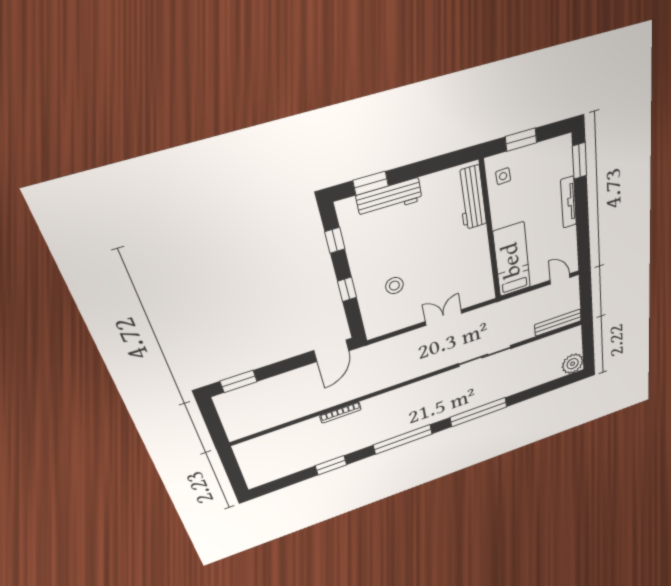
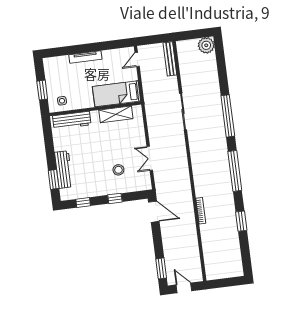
window: (580, 161) -> (60, 51), removed
shelving: (481, 265) -> (116, 114), added
double door: (444, 317) -> (150, 158), moved
door: (212, 420) -> (184, 288), added

